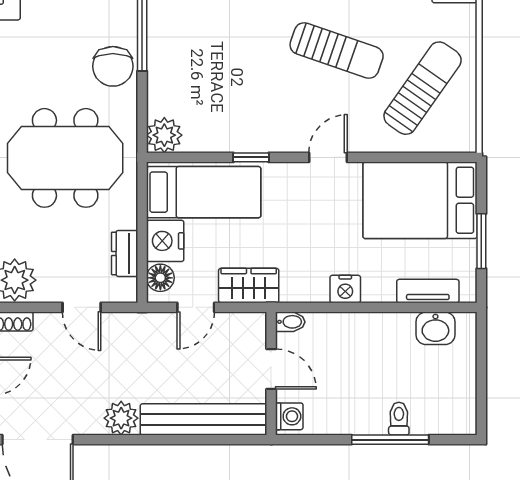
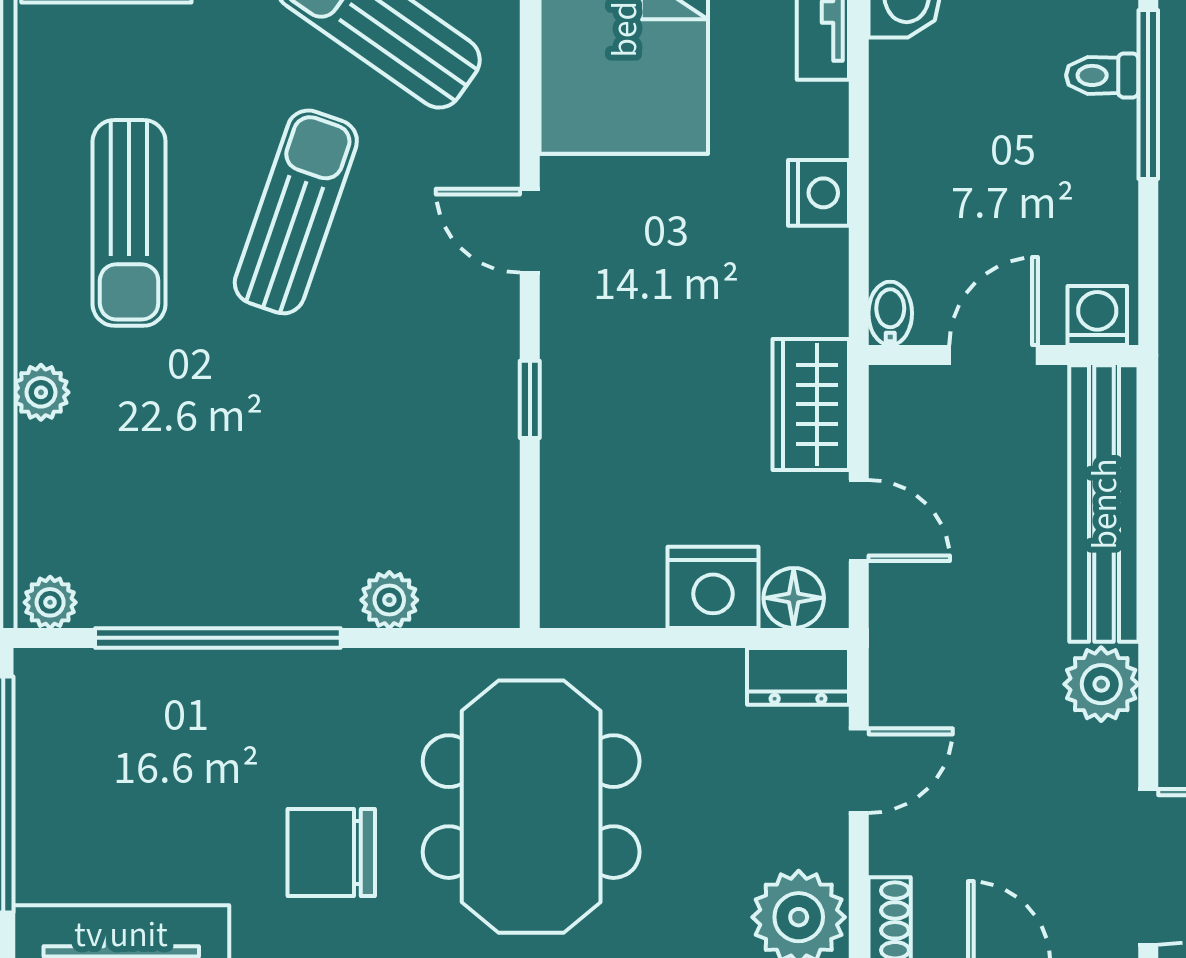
chair: (113, 66) -> (331, 853), moved, turned 180
plant: (164, 135) -> (389, 600), moved, width x0.73, depth x0.73
bed: (204, 192) -> (606, 503), removed
dresser: (125, 253) -> (798, 676), moved

